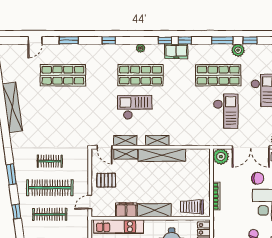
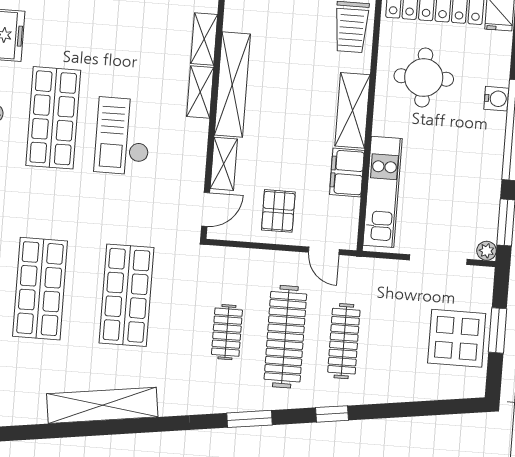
shop shelf: (63, 114) -> (126, 295), added
shelving: (125, 141) -> (204, 39), moved

